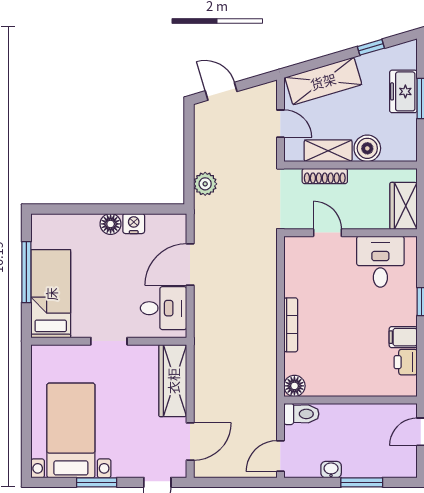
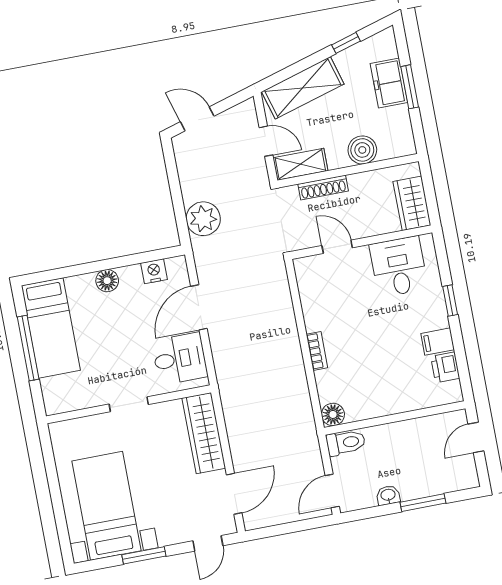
shelving: (328, 151) -> (300, 164), moved
plant: (205, 184) -> (203, 219), width x1.36, depth x1.36
nightstand: (134, 224) -> (154, 271), moved
bed: (51, 294) -> (51, 328), moved, turned 180
bookcase: (291, 325) -> (317, 351), width x0.64

